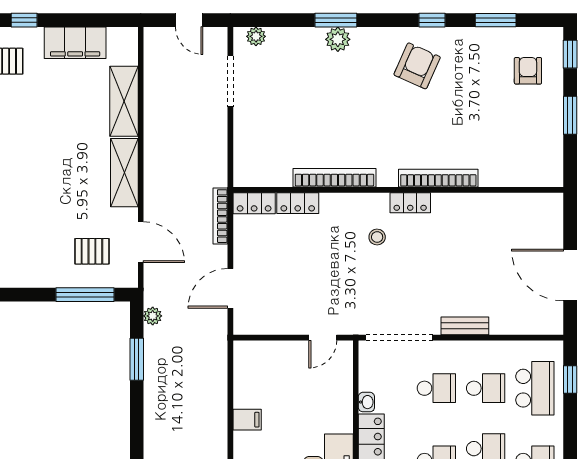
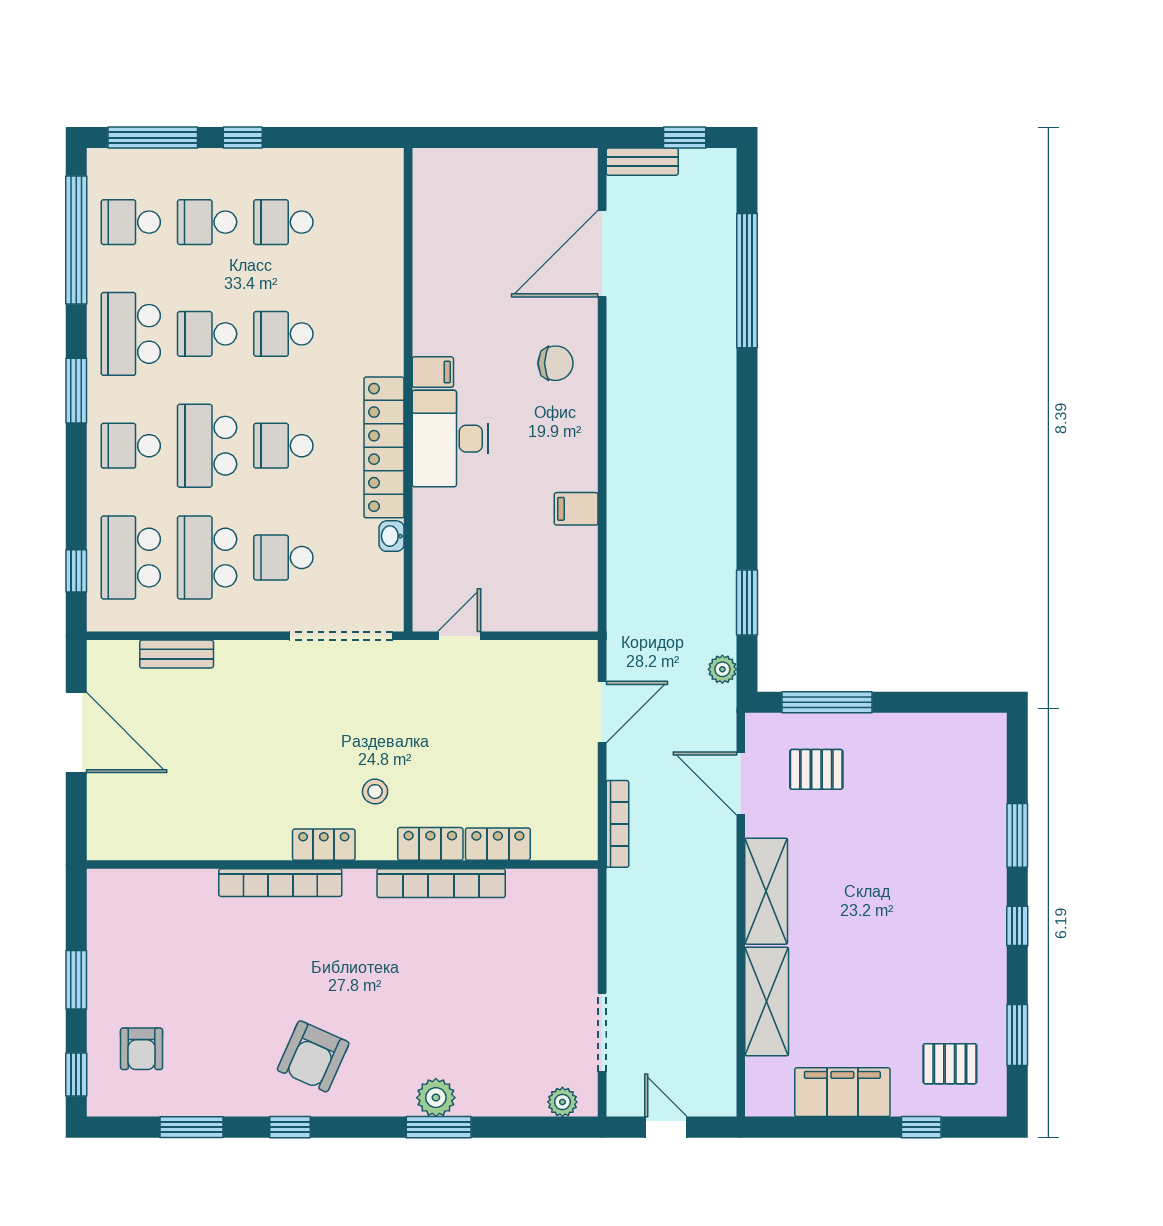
locker: (254, 203) -> (430, 844), moved
bench: (465, 326) -> (177, 654), moved
school desk: (486, 388) -> (207, 558), width x1.85

